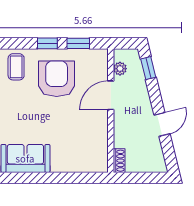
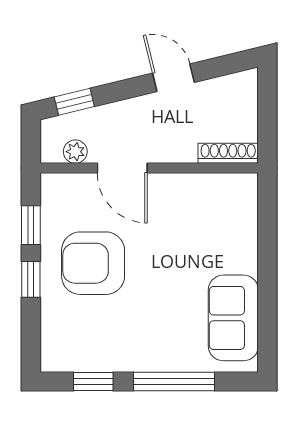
coffee table: (16, 67) -> (72, 334), removed
shoe rack: (119, 161) -> (228, 153), width x1.43

